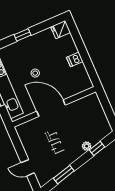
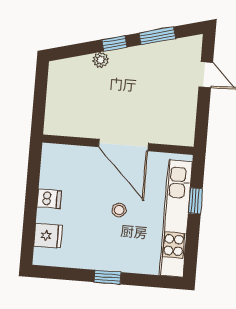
fridge: (61, 30) -> (48, 236), moved
window: (97, 148) -> (114, 43), moved

